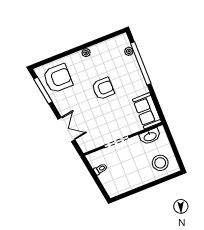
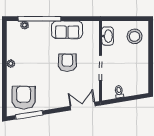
armchair: (103, 88) -> (67, 63), moved
sofa: (147, 111) -> (67, 30), moved
double door: (66, 129) -> (83, 106), moved

